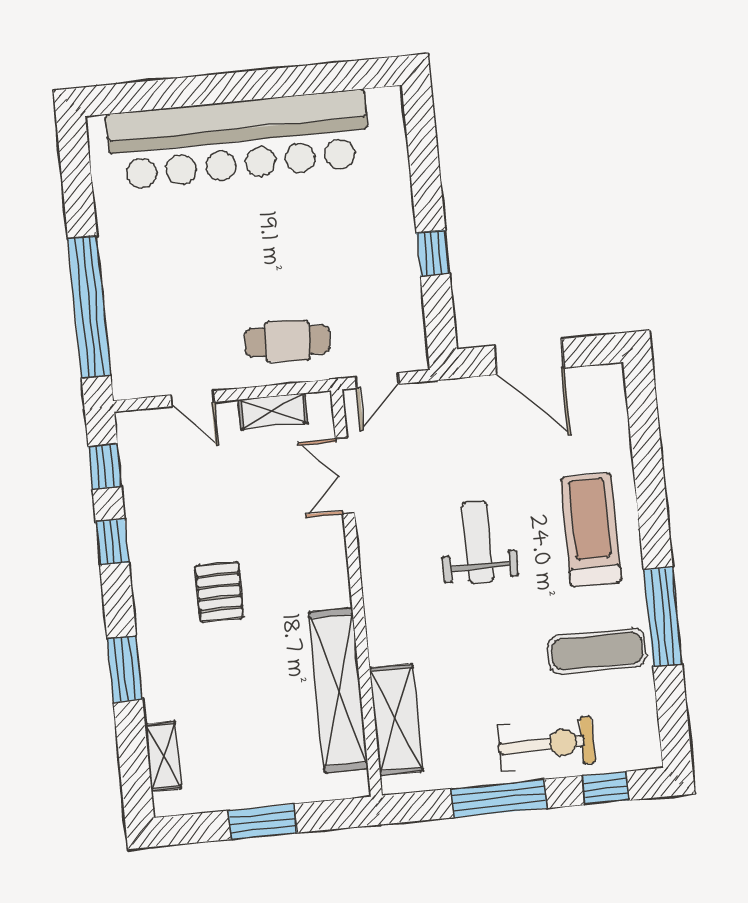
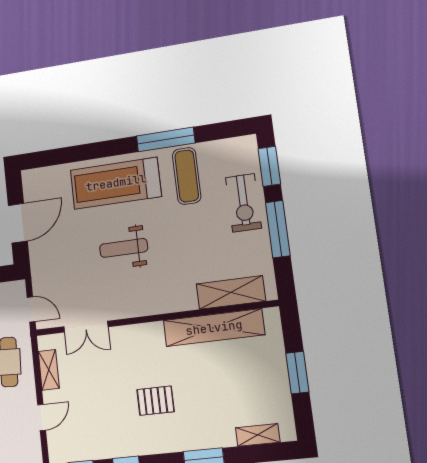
treadmill: (591, 530) -> (116, 183), width x1.37, depth x1.38
exercise bike: (546, 744) -> (243, 203), turned 180
window: (606, 788) -> (269, 166), width x1.50

